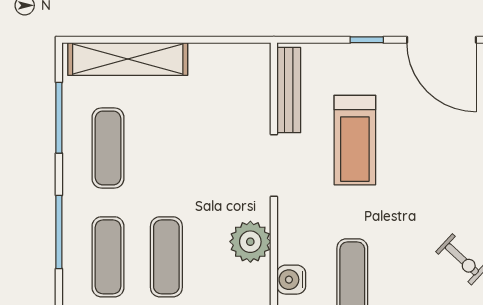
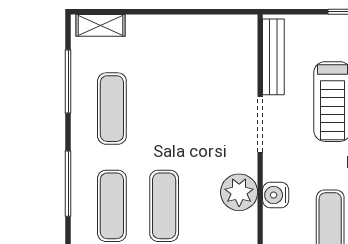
shelving: (128, 59) -> (100, 25), width x0.45, depth x0.75
water cooler: (291, 280) -> (276, 195), moved

